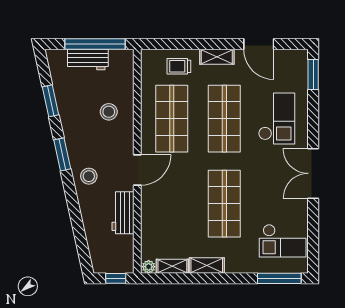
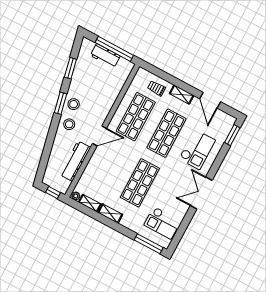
stool: (109, 112) -> (74, 104), moved
workbench: (123, 213) -> (75, 161), width x1.38

